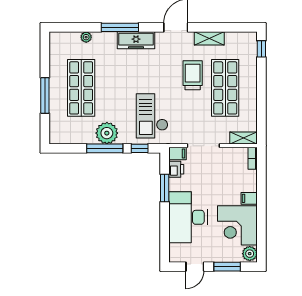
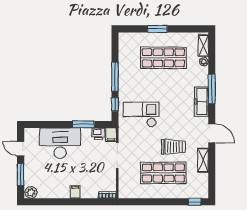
window: (45, 95) -> (157, 29), width x0.69
plant: (107, 133) -> (127, 78), removed
shelving: (244, 138) -> (203, 46), moved
corner desk: (237, 225) -> (54, 183), removed

